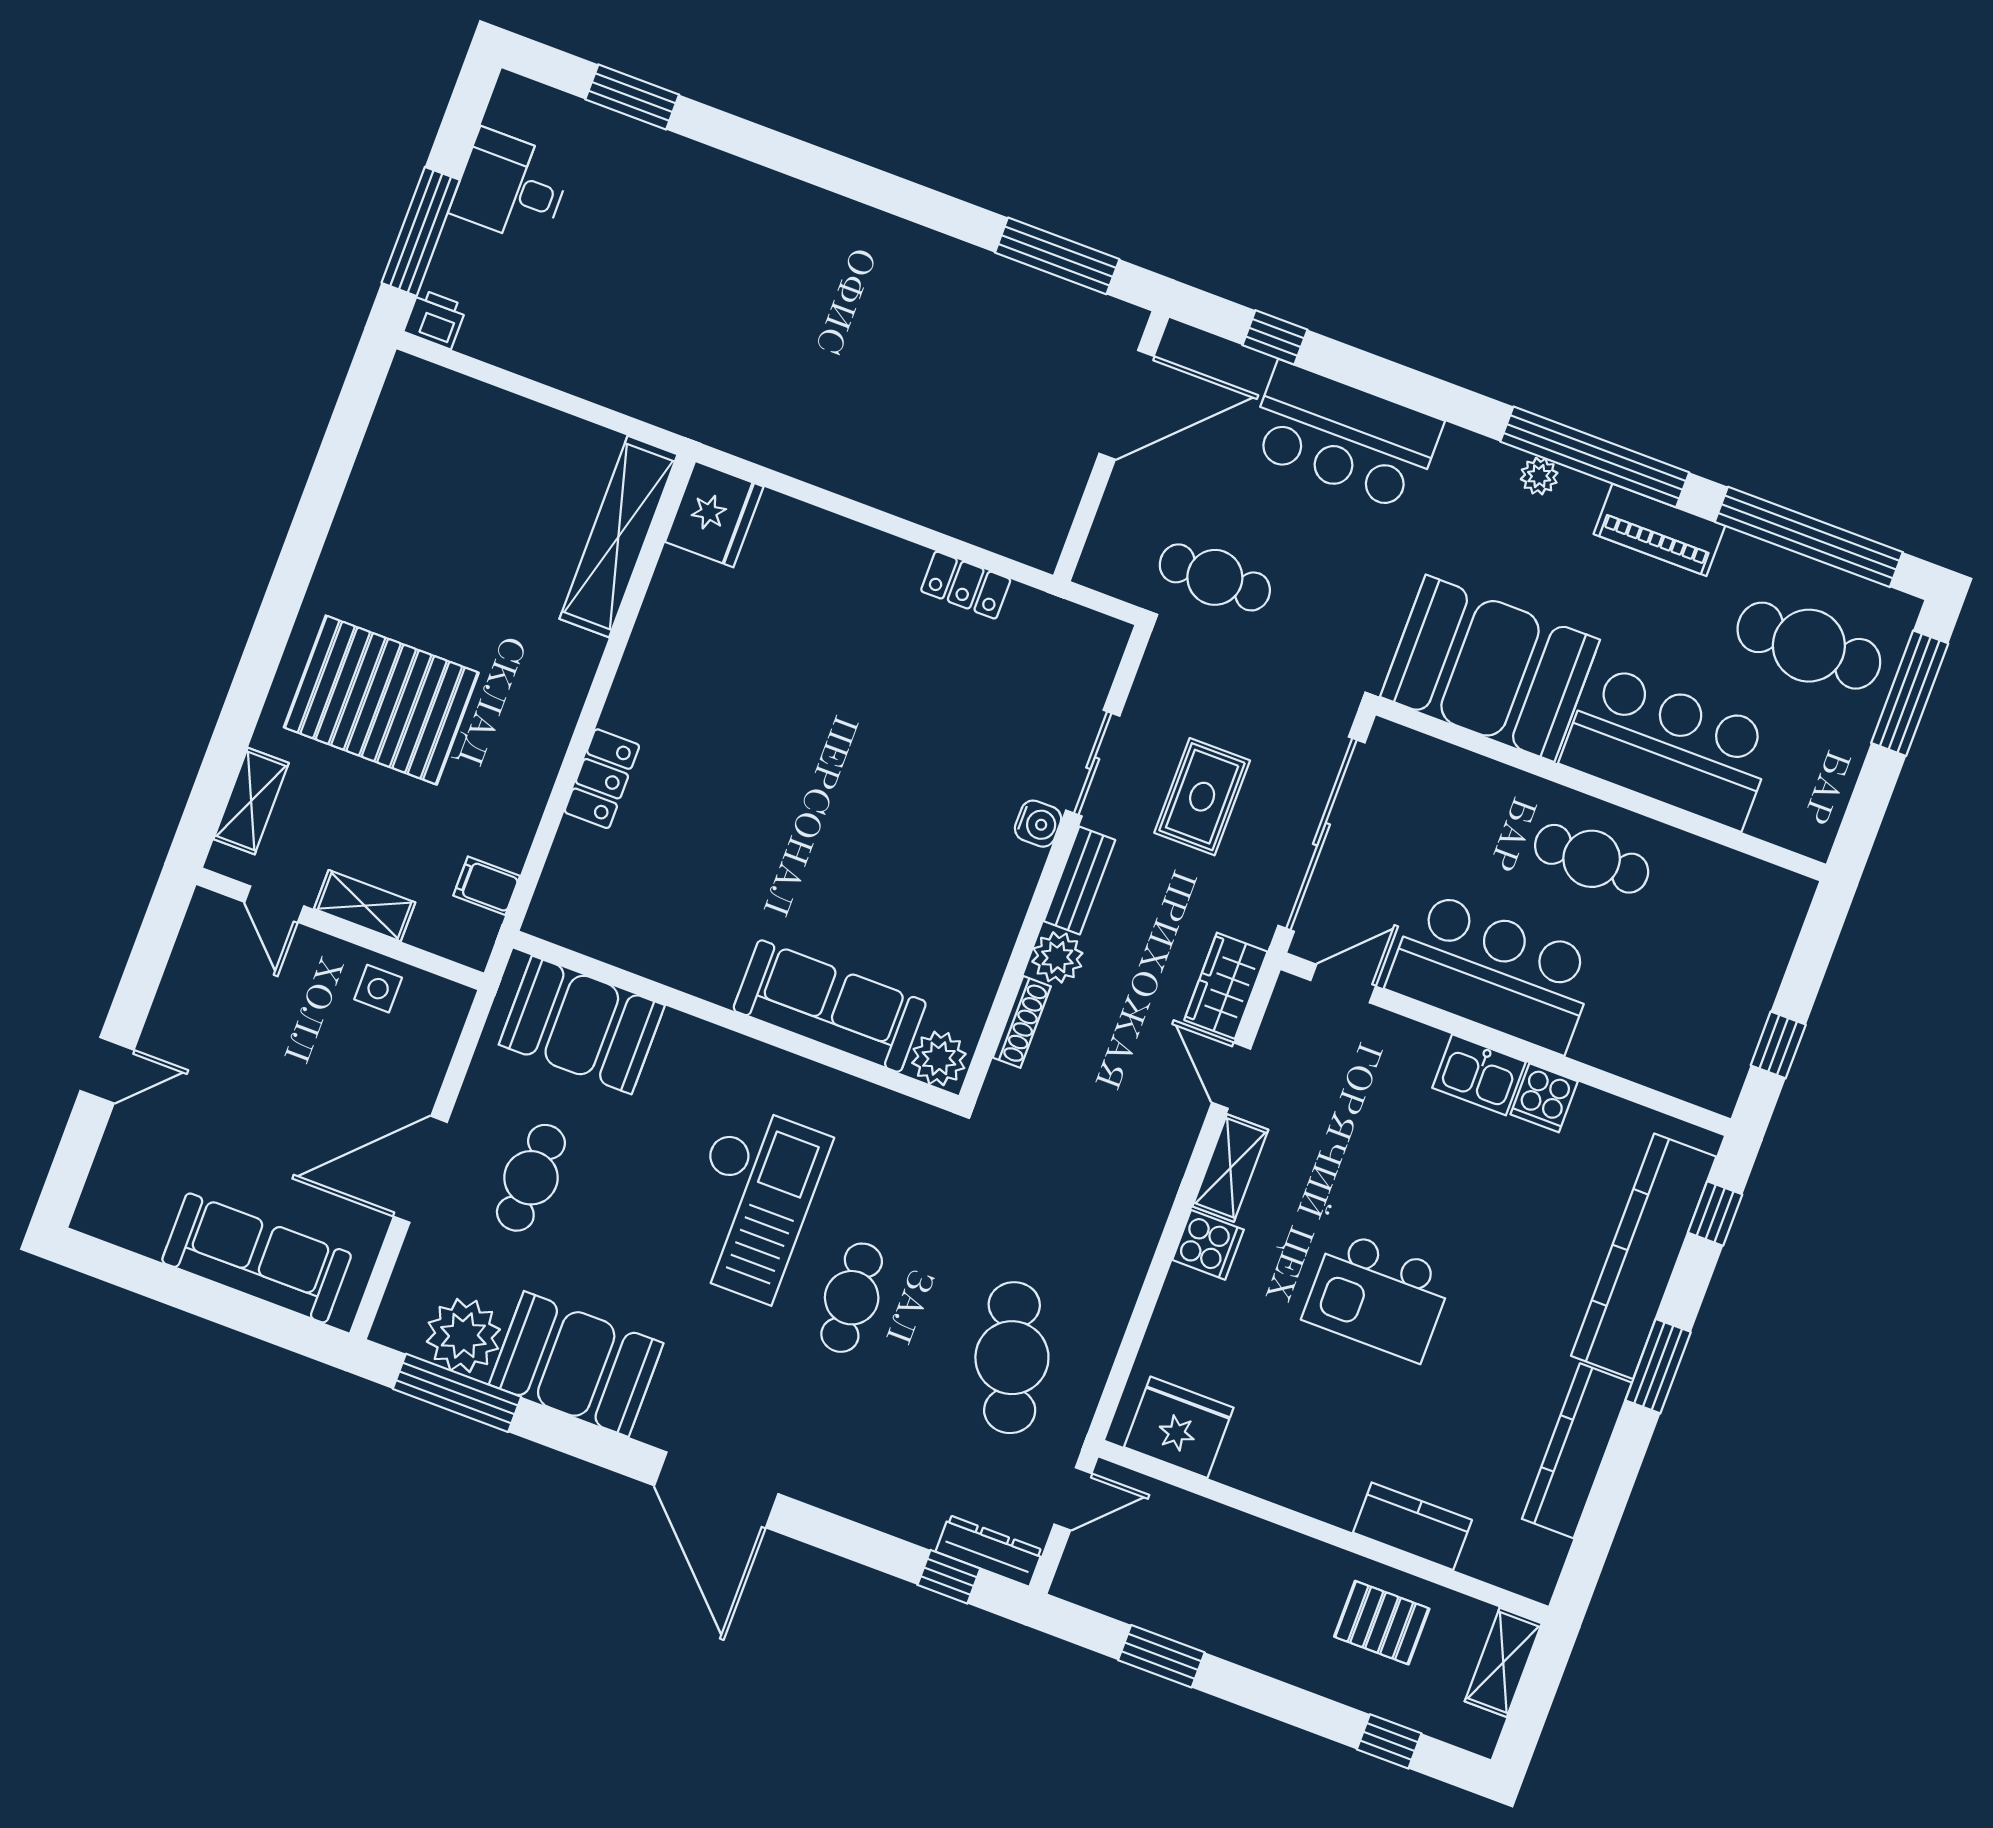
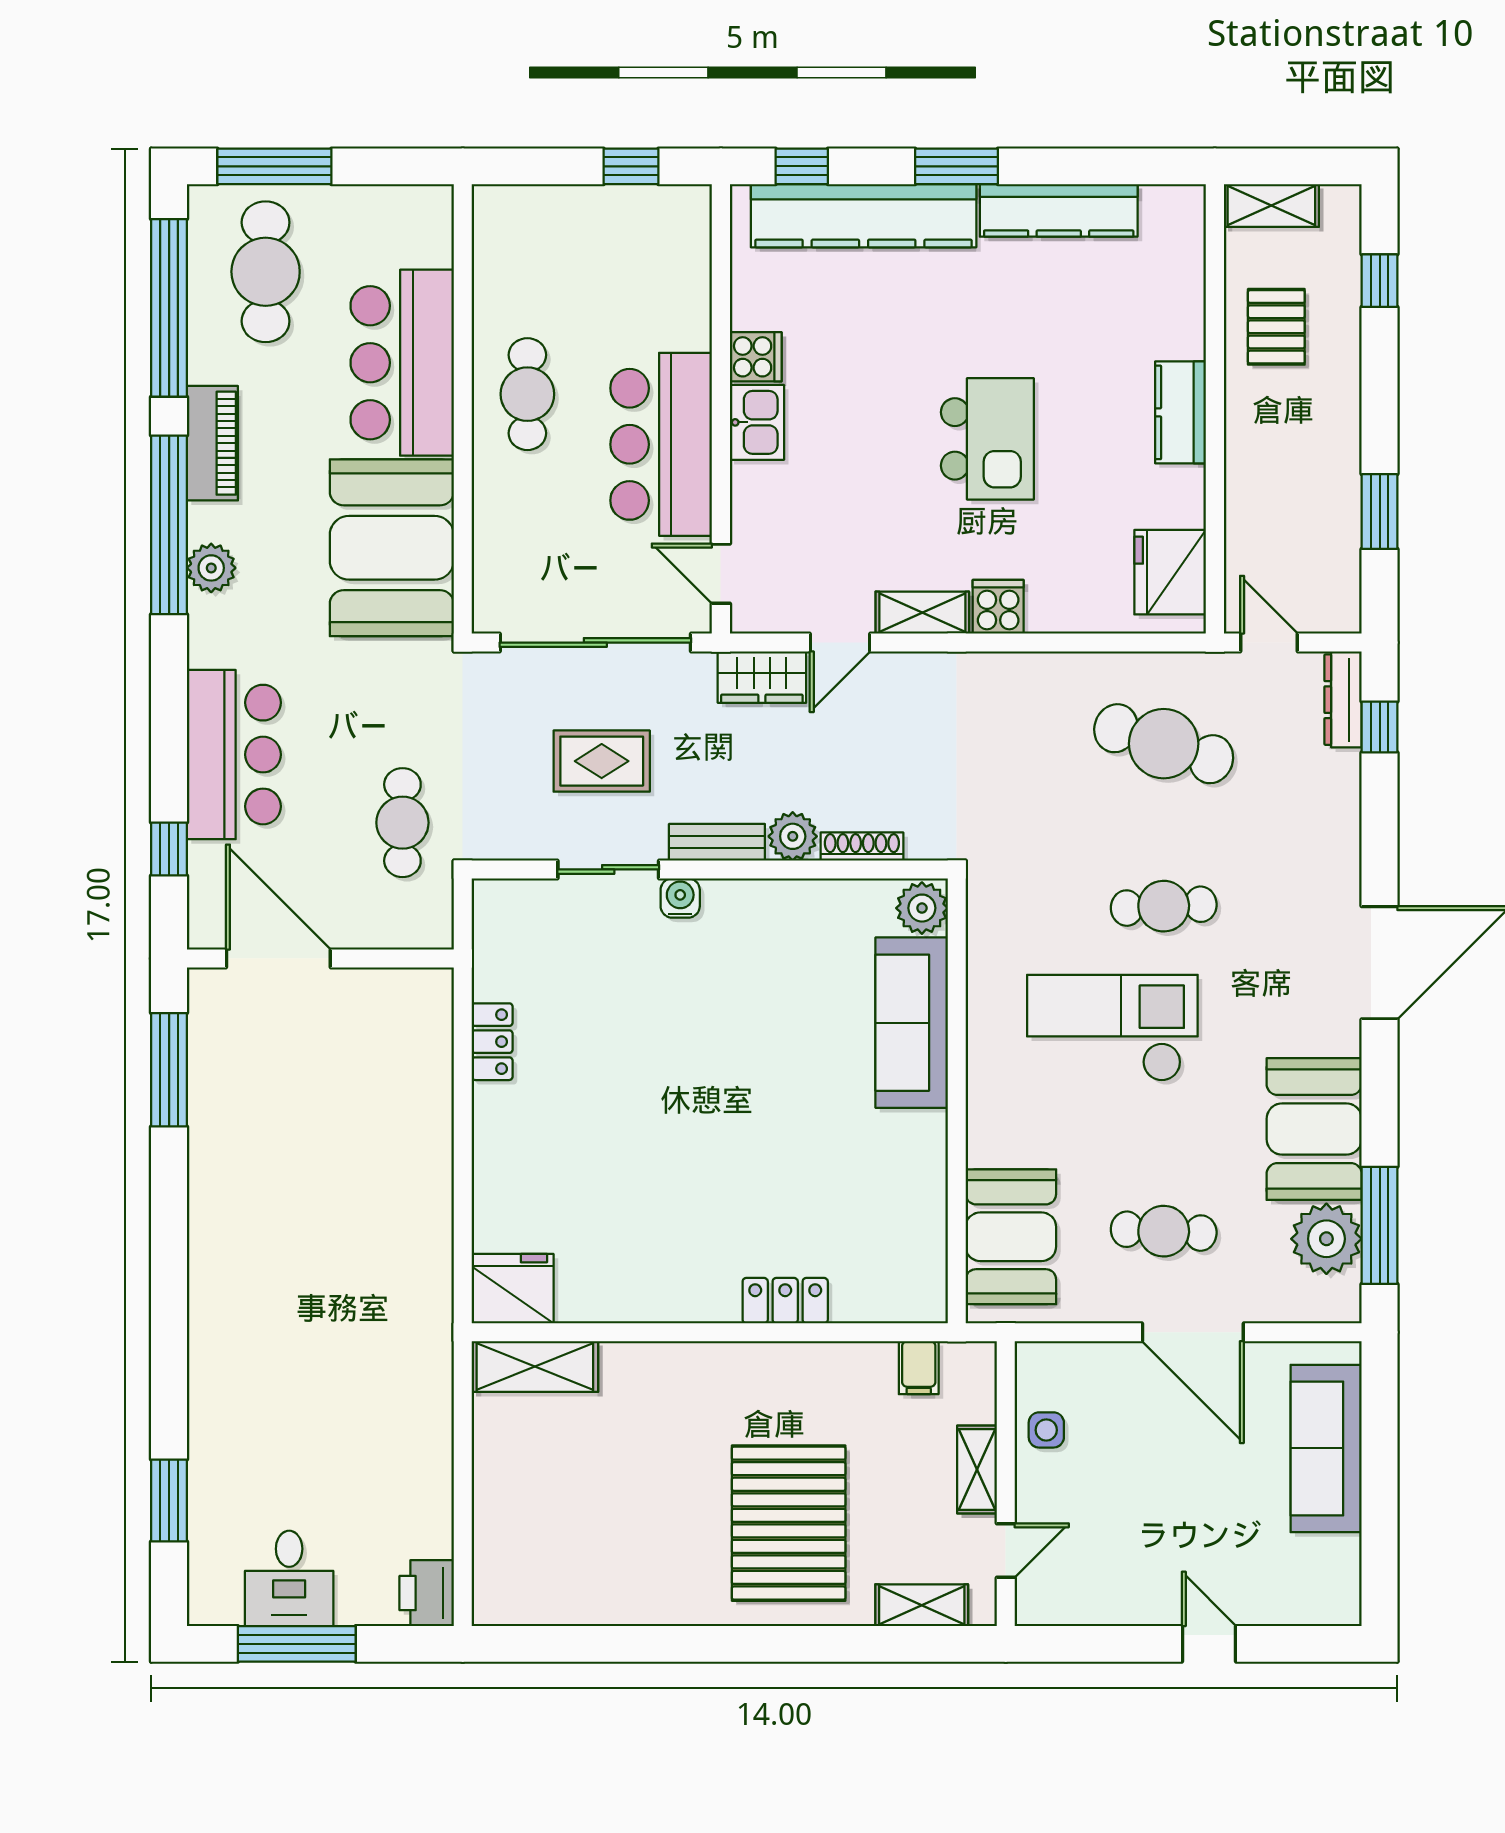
window: (421, 231) -> (297, 1644), moved
printer: (435, 319) -> (427, 1593), width x1.36, depth x1.24
plant: (1539, 476) -> (211, 568), width x1.38, depth x1.38
shelving: (618, 537) -> (535, 1367), width x0.68
cafe table: (1012, 1358) -> (1164, 744), turned 36
kitchen counter: (1412, 1526) -> (1180, 412), moved

